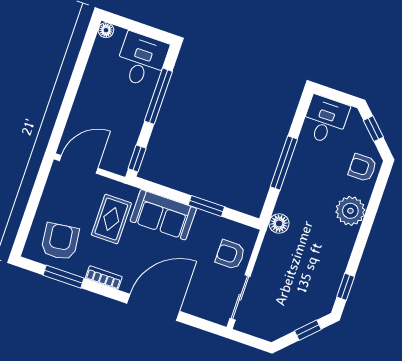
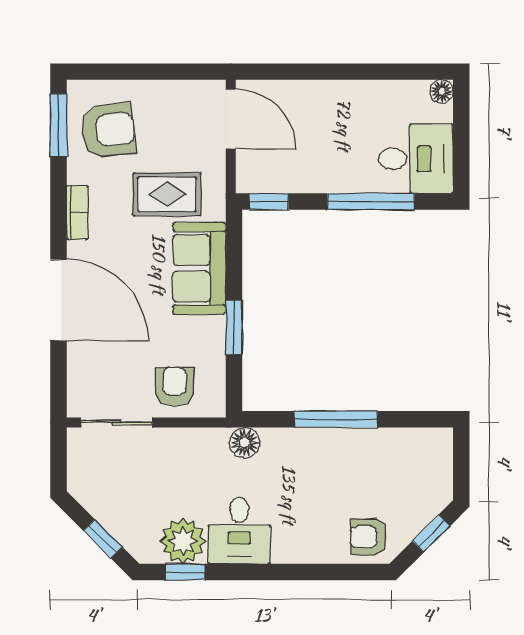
desk: (325, 120) -> (239, 531), moved, turned 90
armchair: (362, 168) -> (369, 537), turned -90
plant: (350, 211) -> (183, 541), moved
window: (64, 277) -> (58, 125), moved

